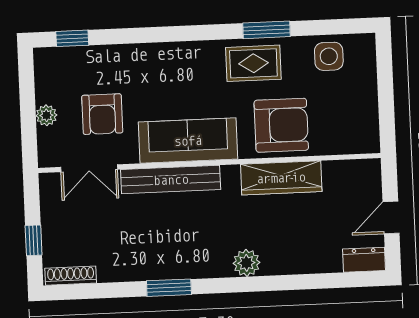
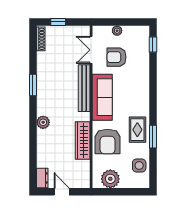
plant: (360, 116) -> (110, 179), added

